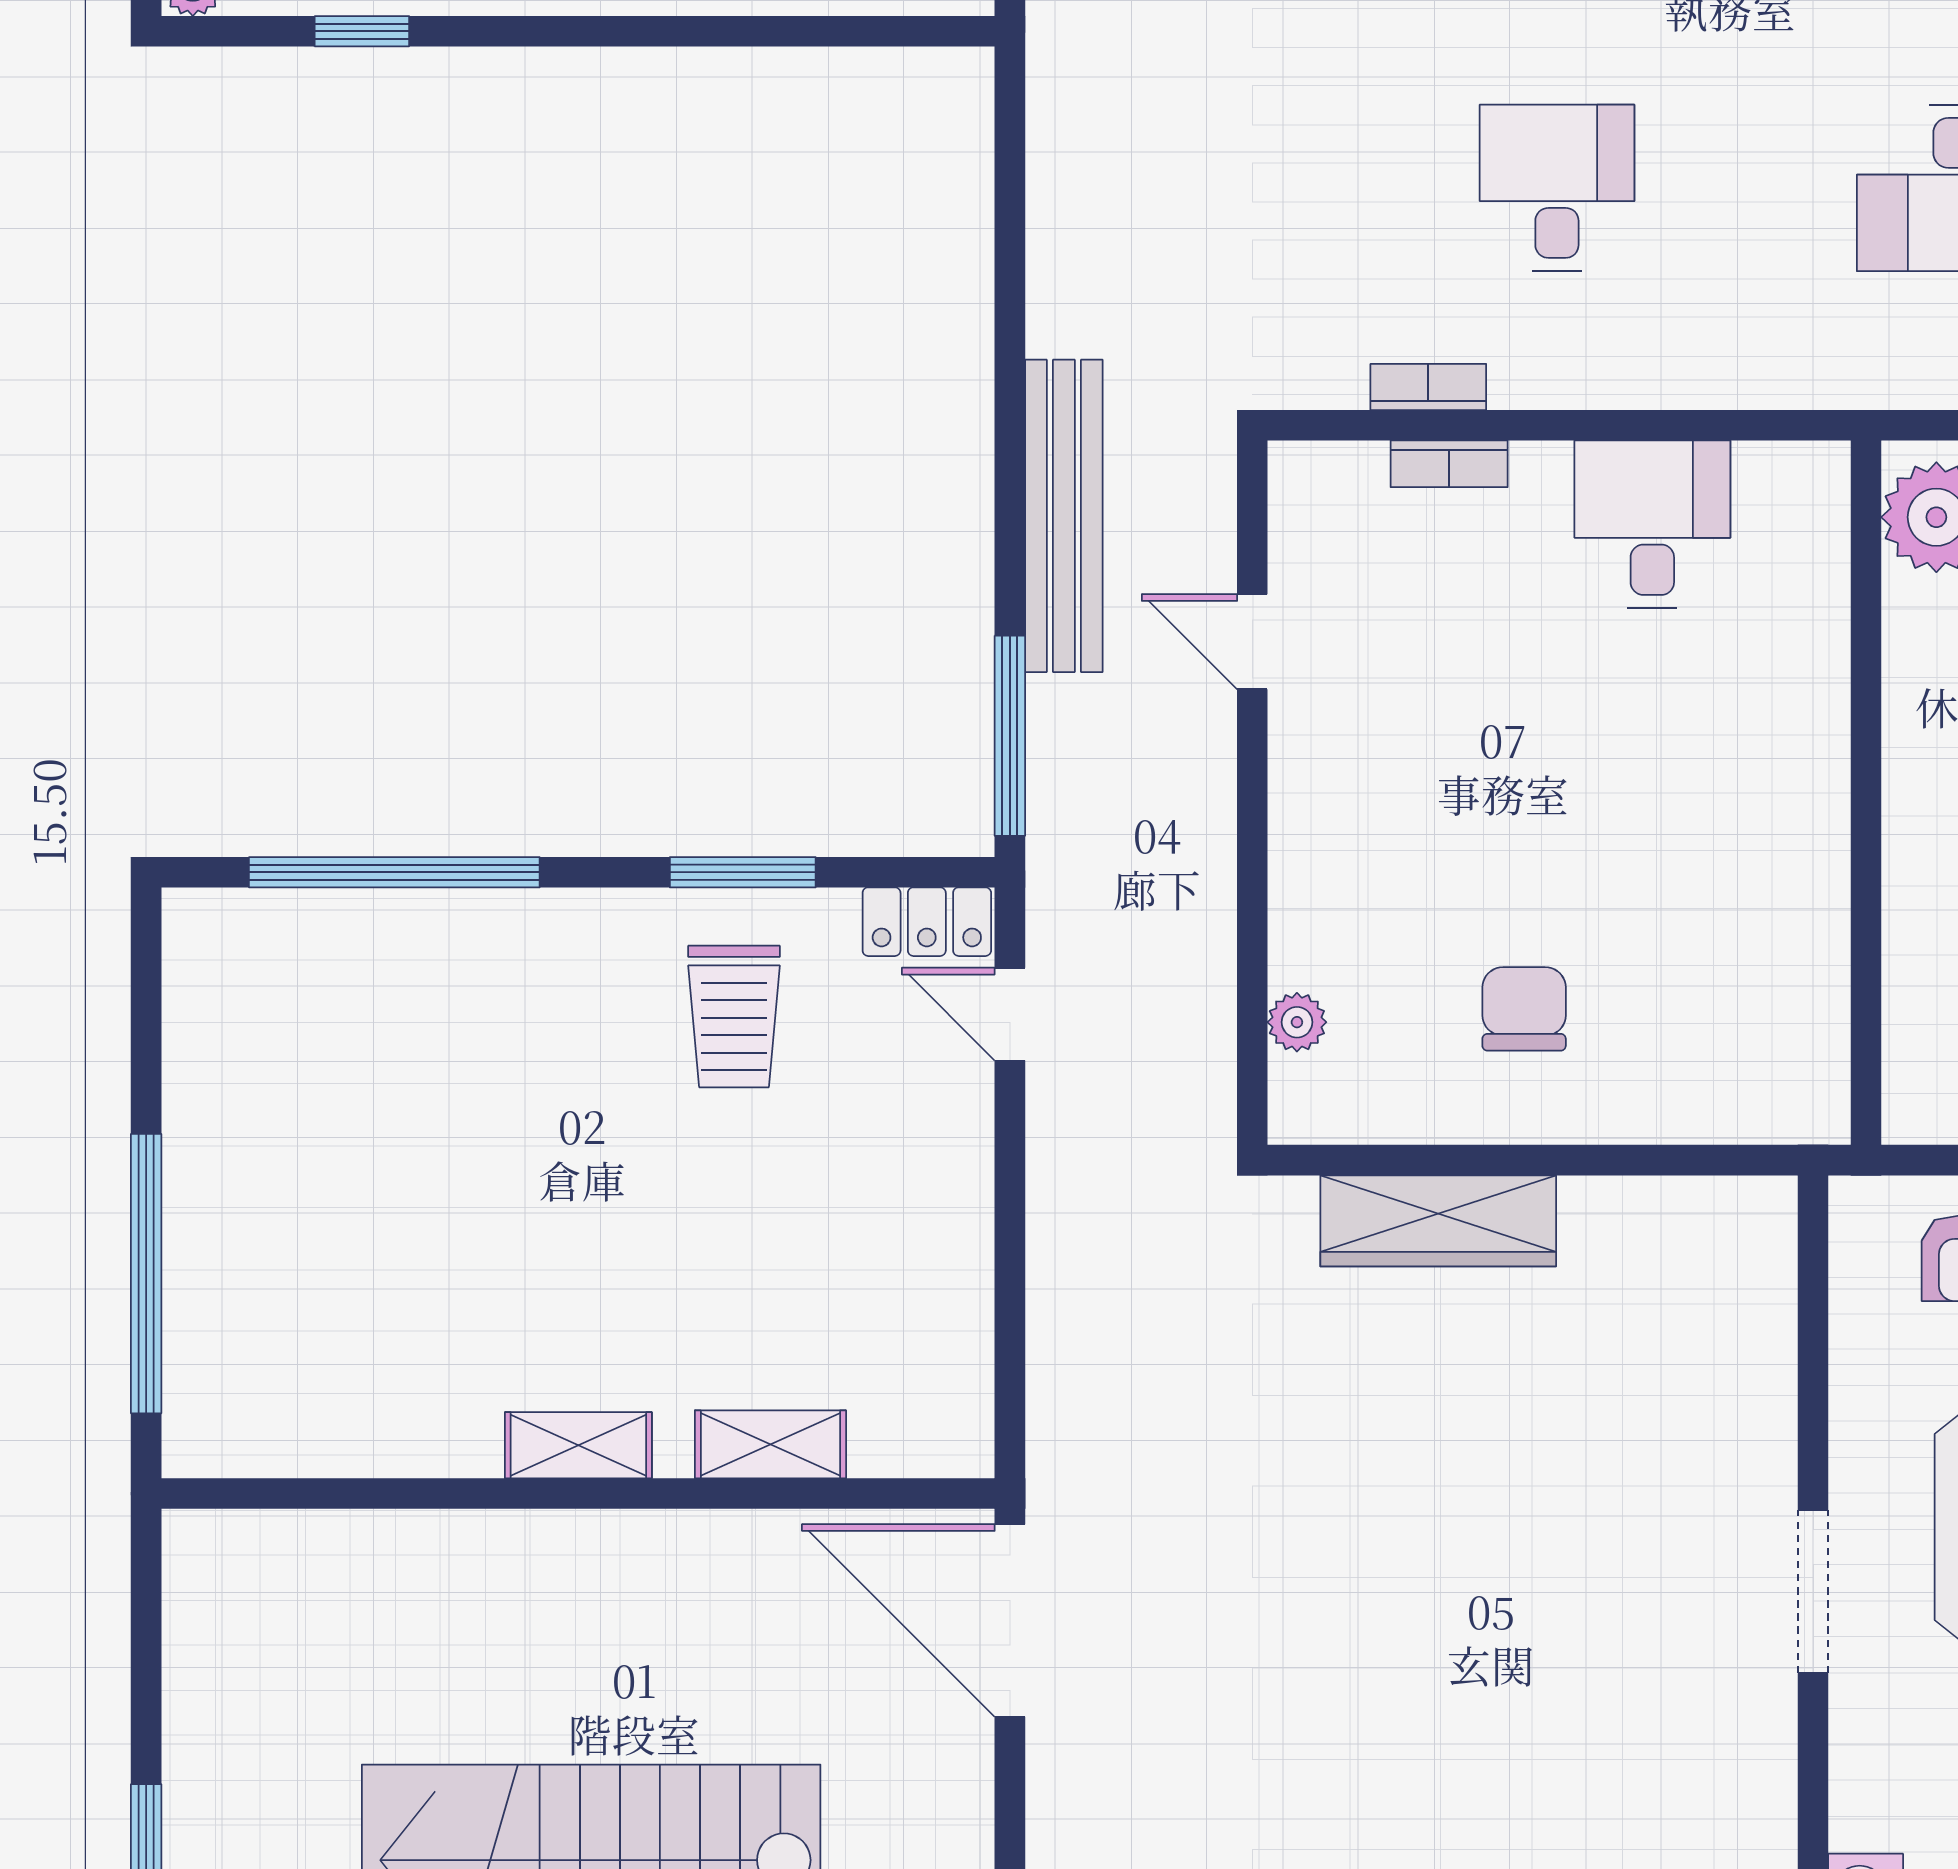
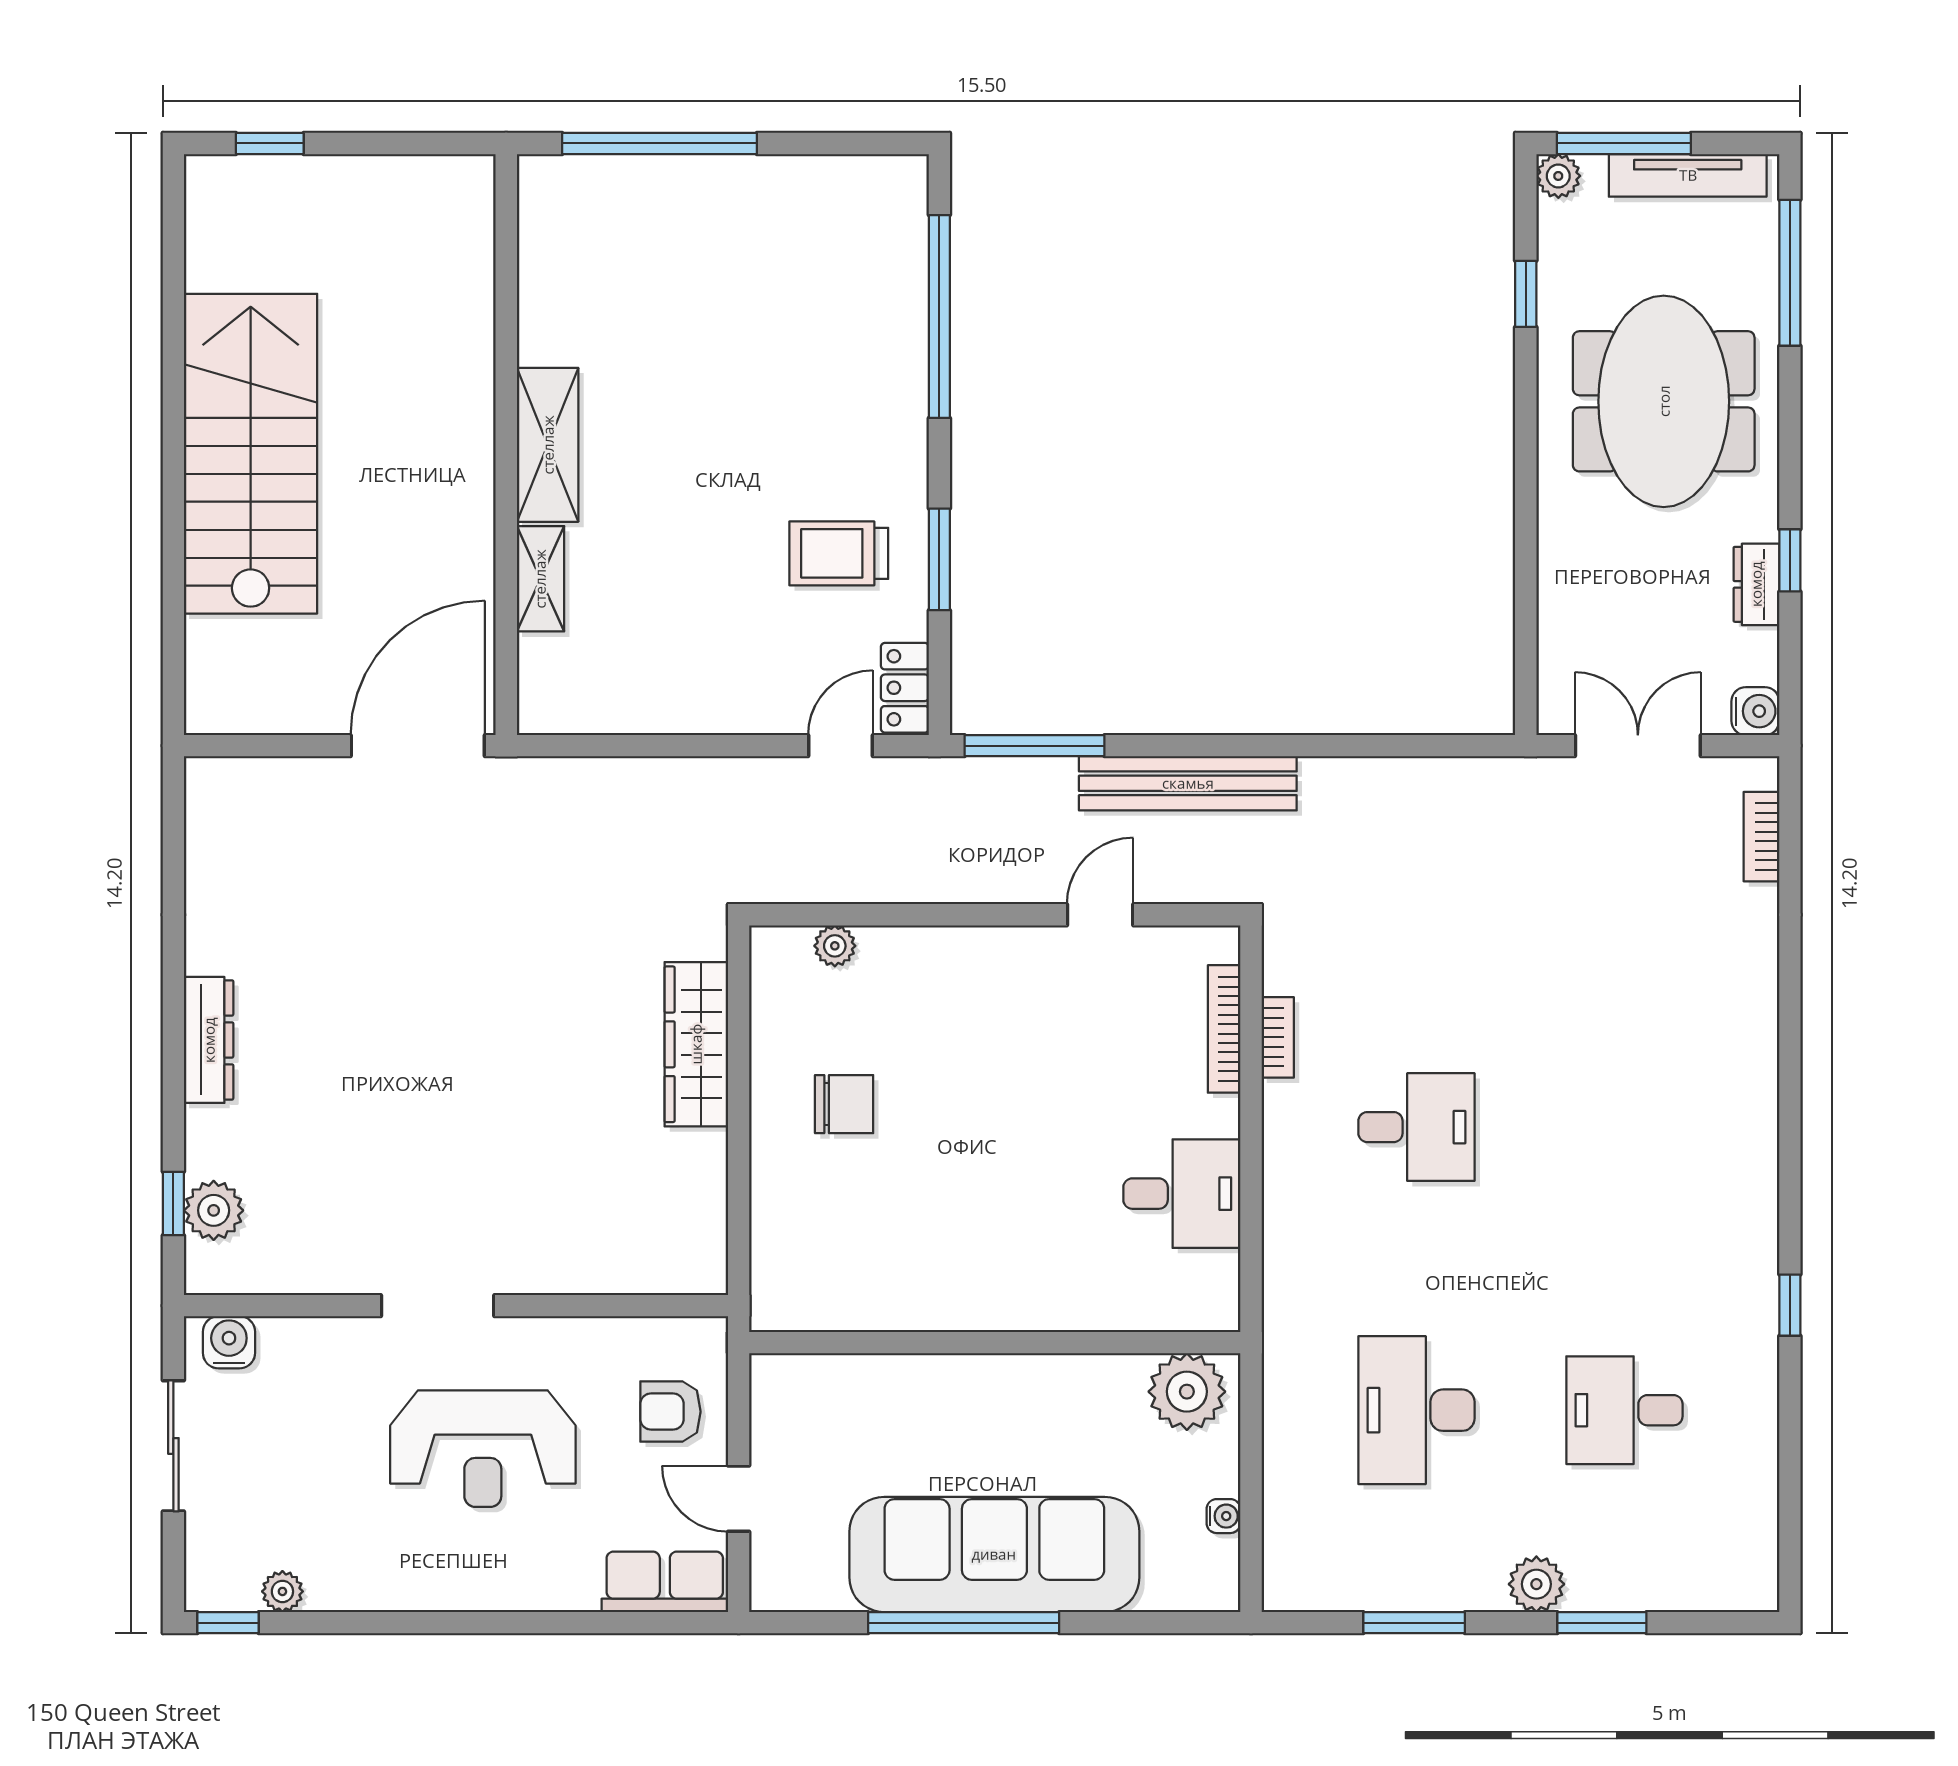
bookcase: (1449, 464) -> (1224, 1029), width x1.56
shelving: (578, 1445) -> (548, 445), width x1.50, depth x1.33

